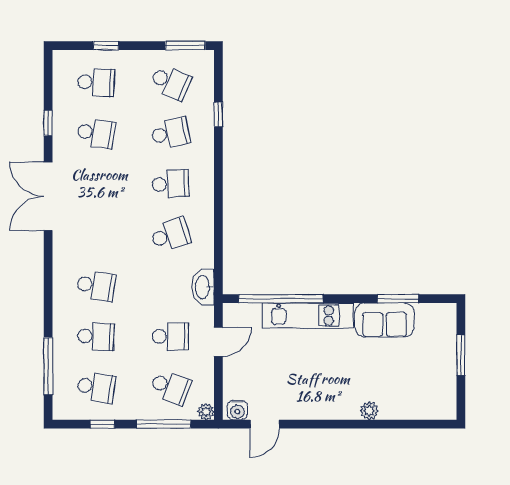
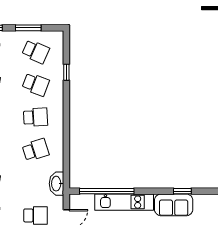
window: (185, 46) -> (28, 28), moved
school desk: (170, 133) -> (36, 84), turned 33
window: (398, 299) -> (182, 191), width x0.67

